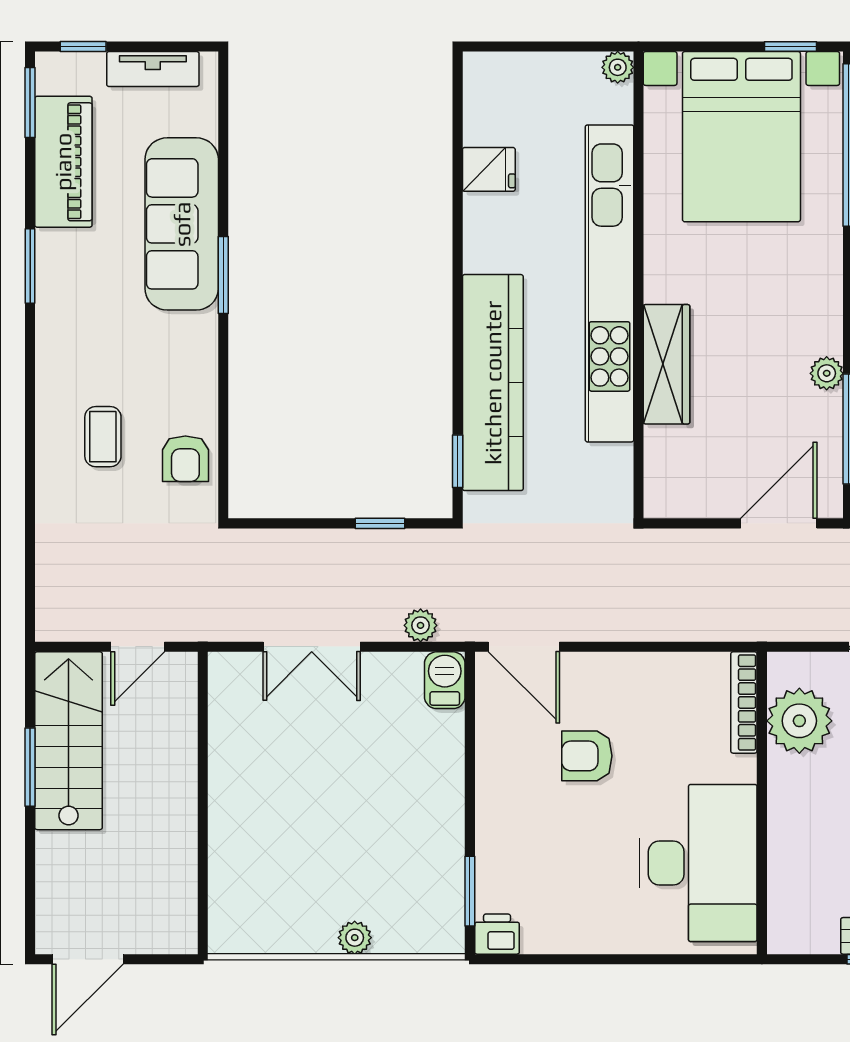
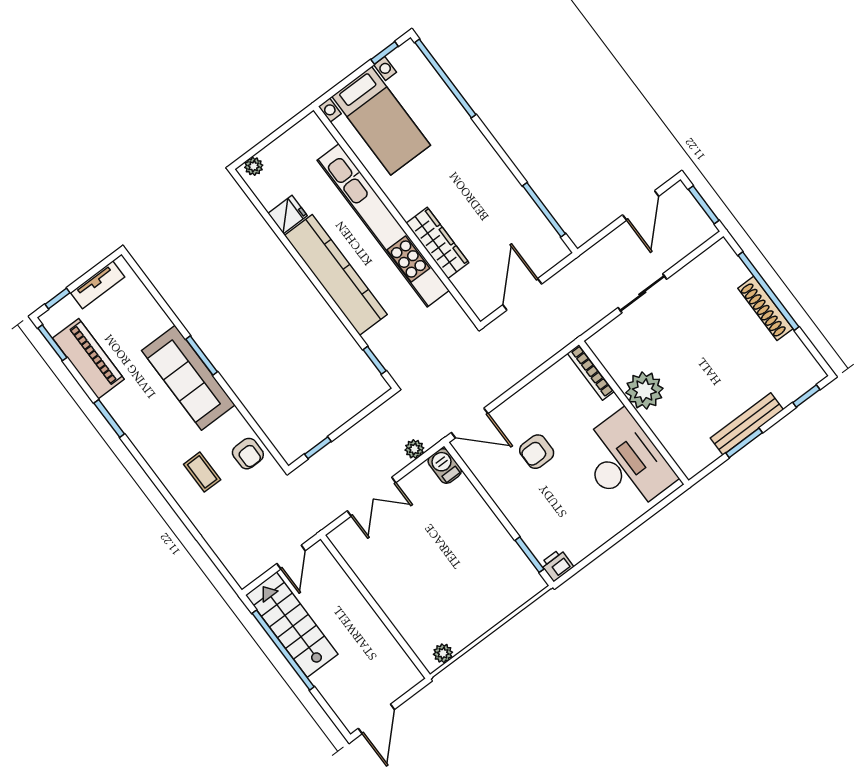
plant: (618, 67) -> (254, 166), moved
bed with nightstands: (741, 137) -> (381, 121), width x0.73
sofa: (182, 224) -> (188, 378), moved
plant: (827, 373) -> (515, 191), removed
kitchen counter: (493, 383) -> (336, 275), moved
window: (380, 523) -> (318, 448), moved
door: (779, 523) -> (522, 294), moved
plant: (799, 721) -> (644, 391), moved
window: (30, 767) -> (283, 650), width x2.11
plant: (355, 938) -> (443, 653), moved

